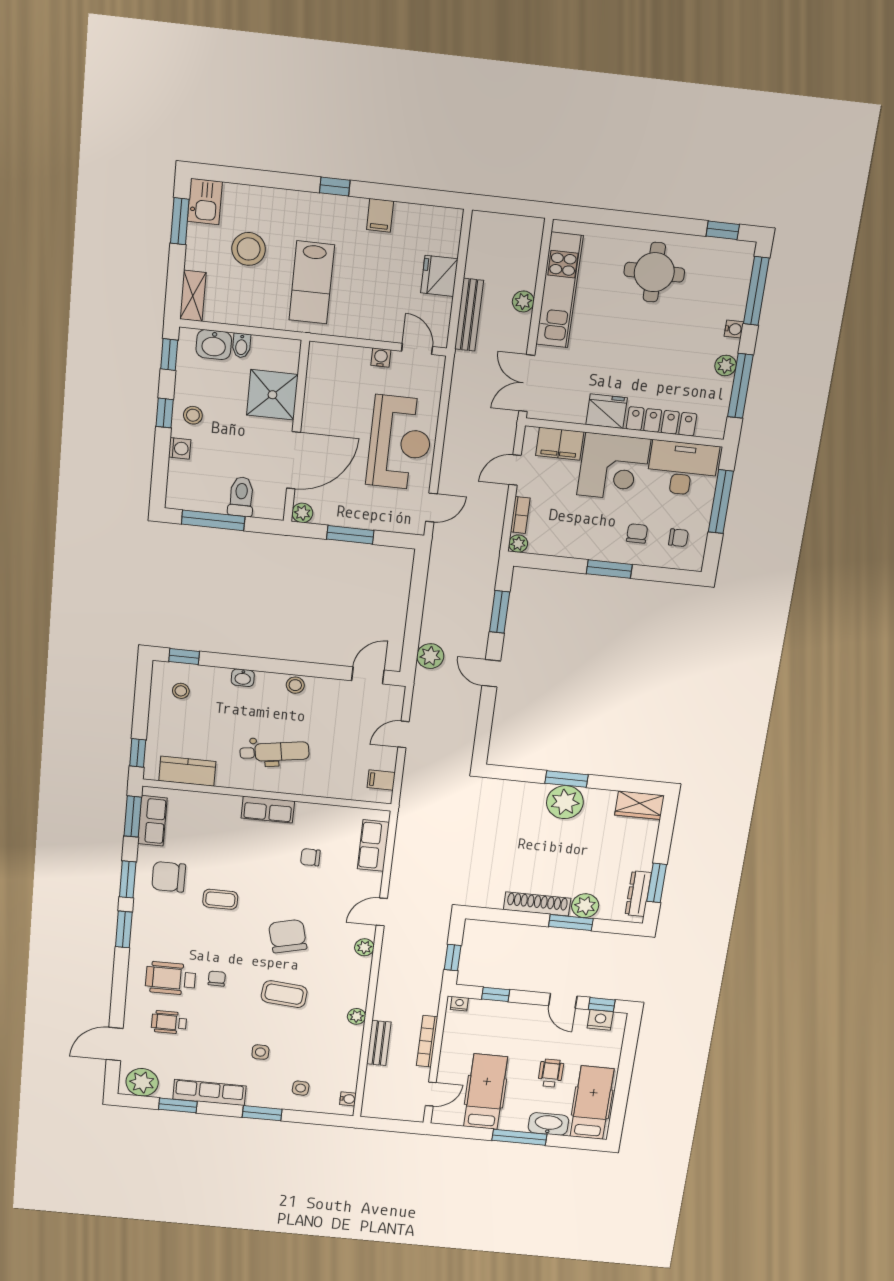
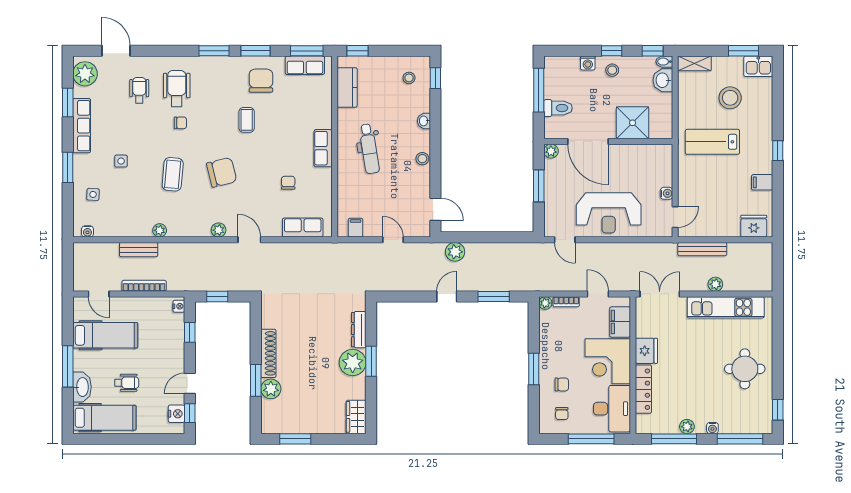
fridge: (439, 276) -> (754, 226), moved
bidet: (241, 346) -> (664, 62), moved
dresser: (638, 894) -> (359, 330), moved, turned -90

